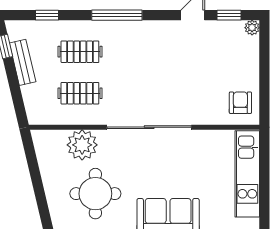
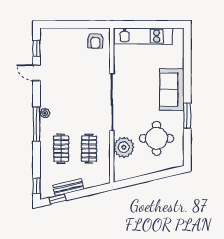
window: (47, 15) -> (37, 186), moved
plant: (252, 28) -> (45, 113), moved
armchair: (240, 103) -> (95, 41), turned -90

